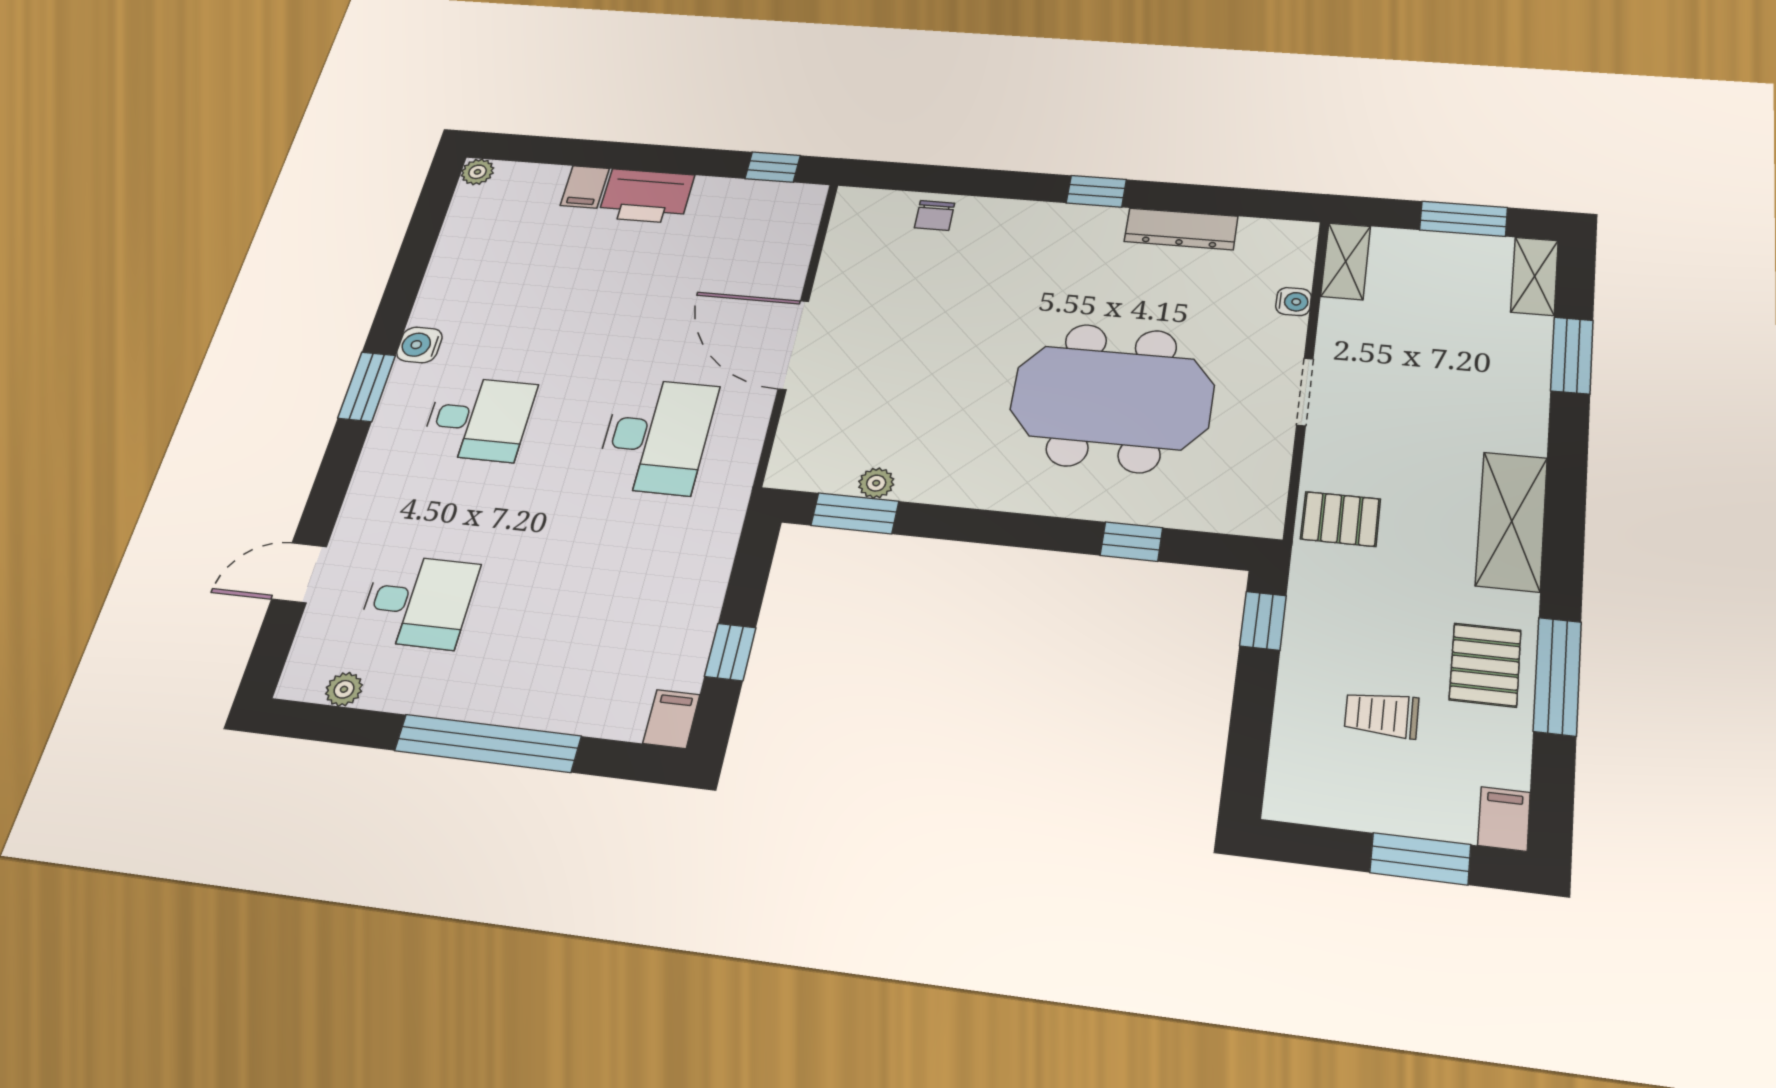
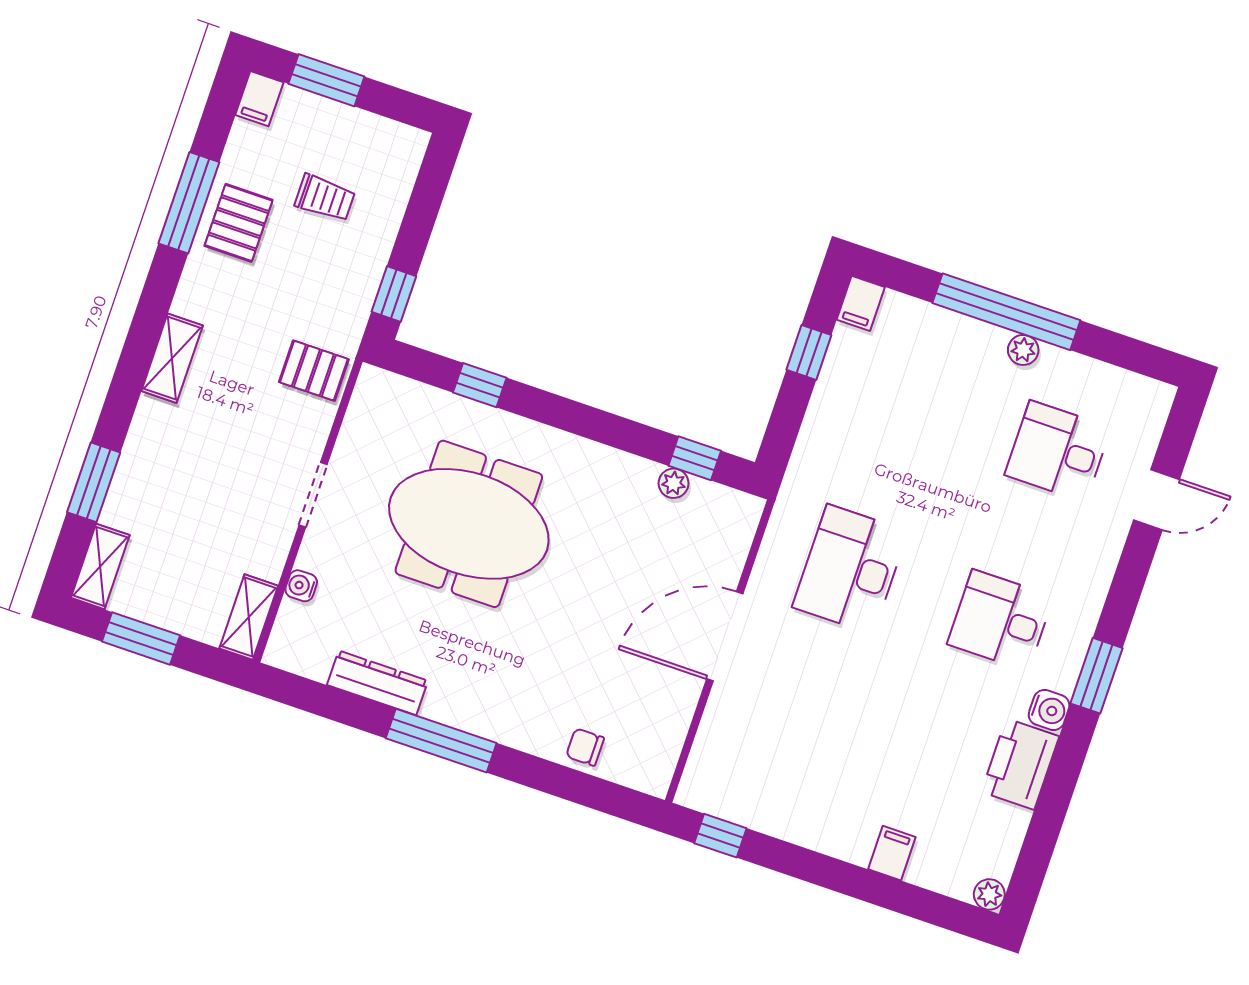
window: (1096, 191) -> (441, 741), width x2.17
printer: (646, 196) -> (1020, 764), moved, turned -90
chair: (935, 215) -> (585, 747), turned -90
door: (793, 345) -> (725, 636), swing flipped
window: (855, 513) -> (695, 458), width x0.67
shelving: (1512, 521) -> (172, 358), width x0.67, depth x0.75
plant: (344, 689) -> (1023, 350), moved

